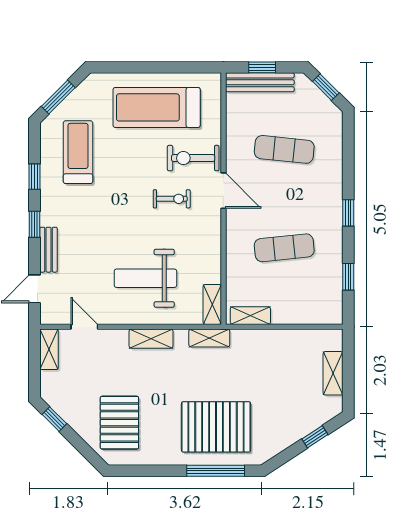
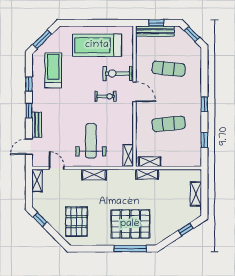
weight bench: (145, 278) -> (91, 141), turned 90
shelving: (209, 338) -> (147, 174), moved

